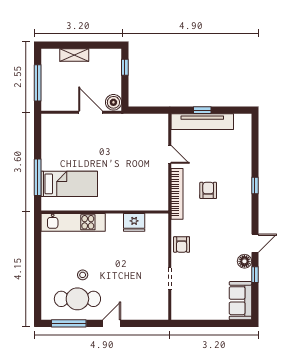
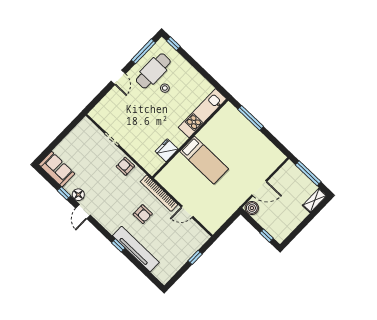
shelving: (74, 55) -> (315, 200), moved
tv unit: (202, 122) -> (136, 249), moved, turned 90
bed: (69, 184) -> (204, 160), moved, turned -90
window: (38, 304) -> (173, 44), added

